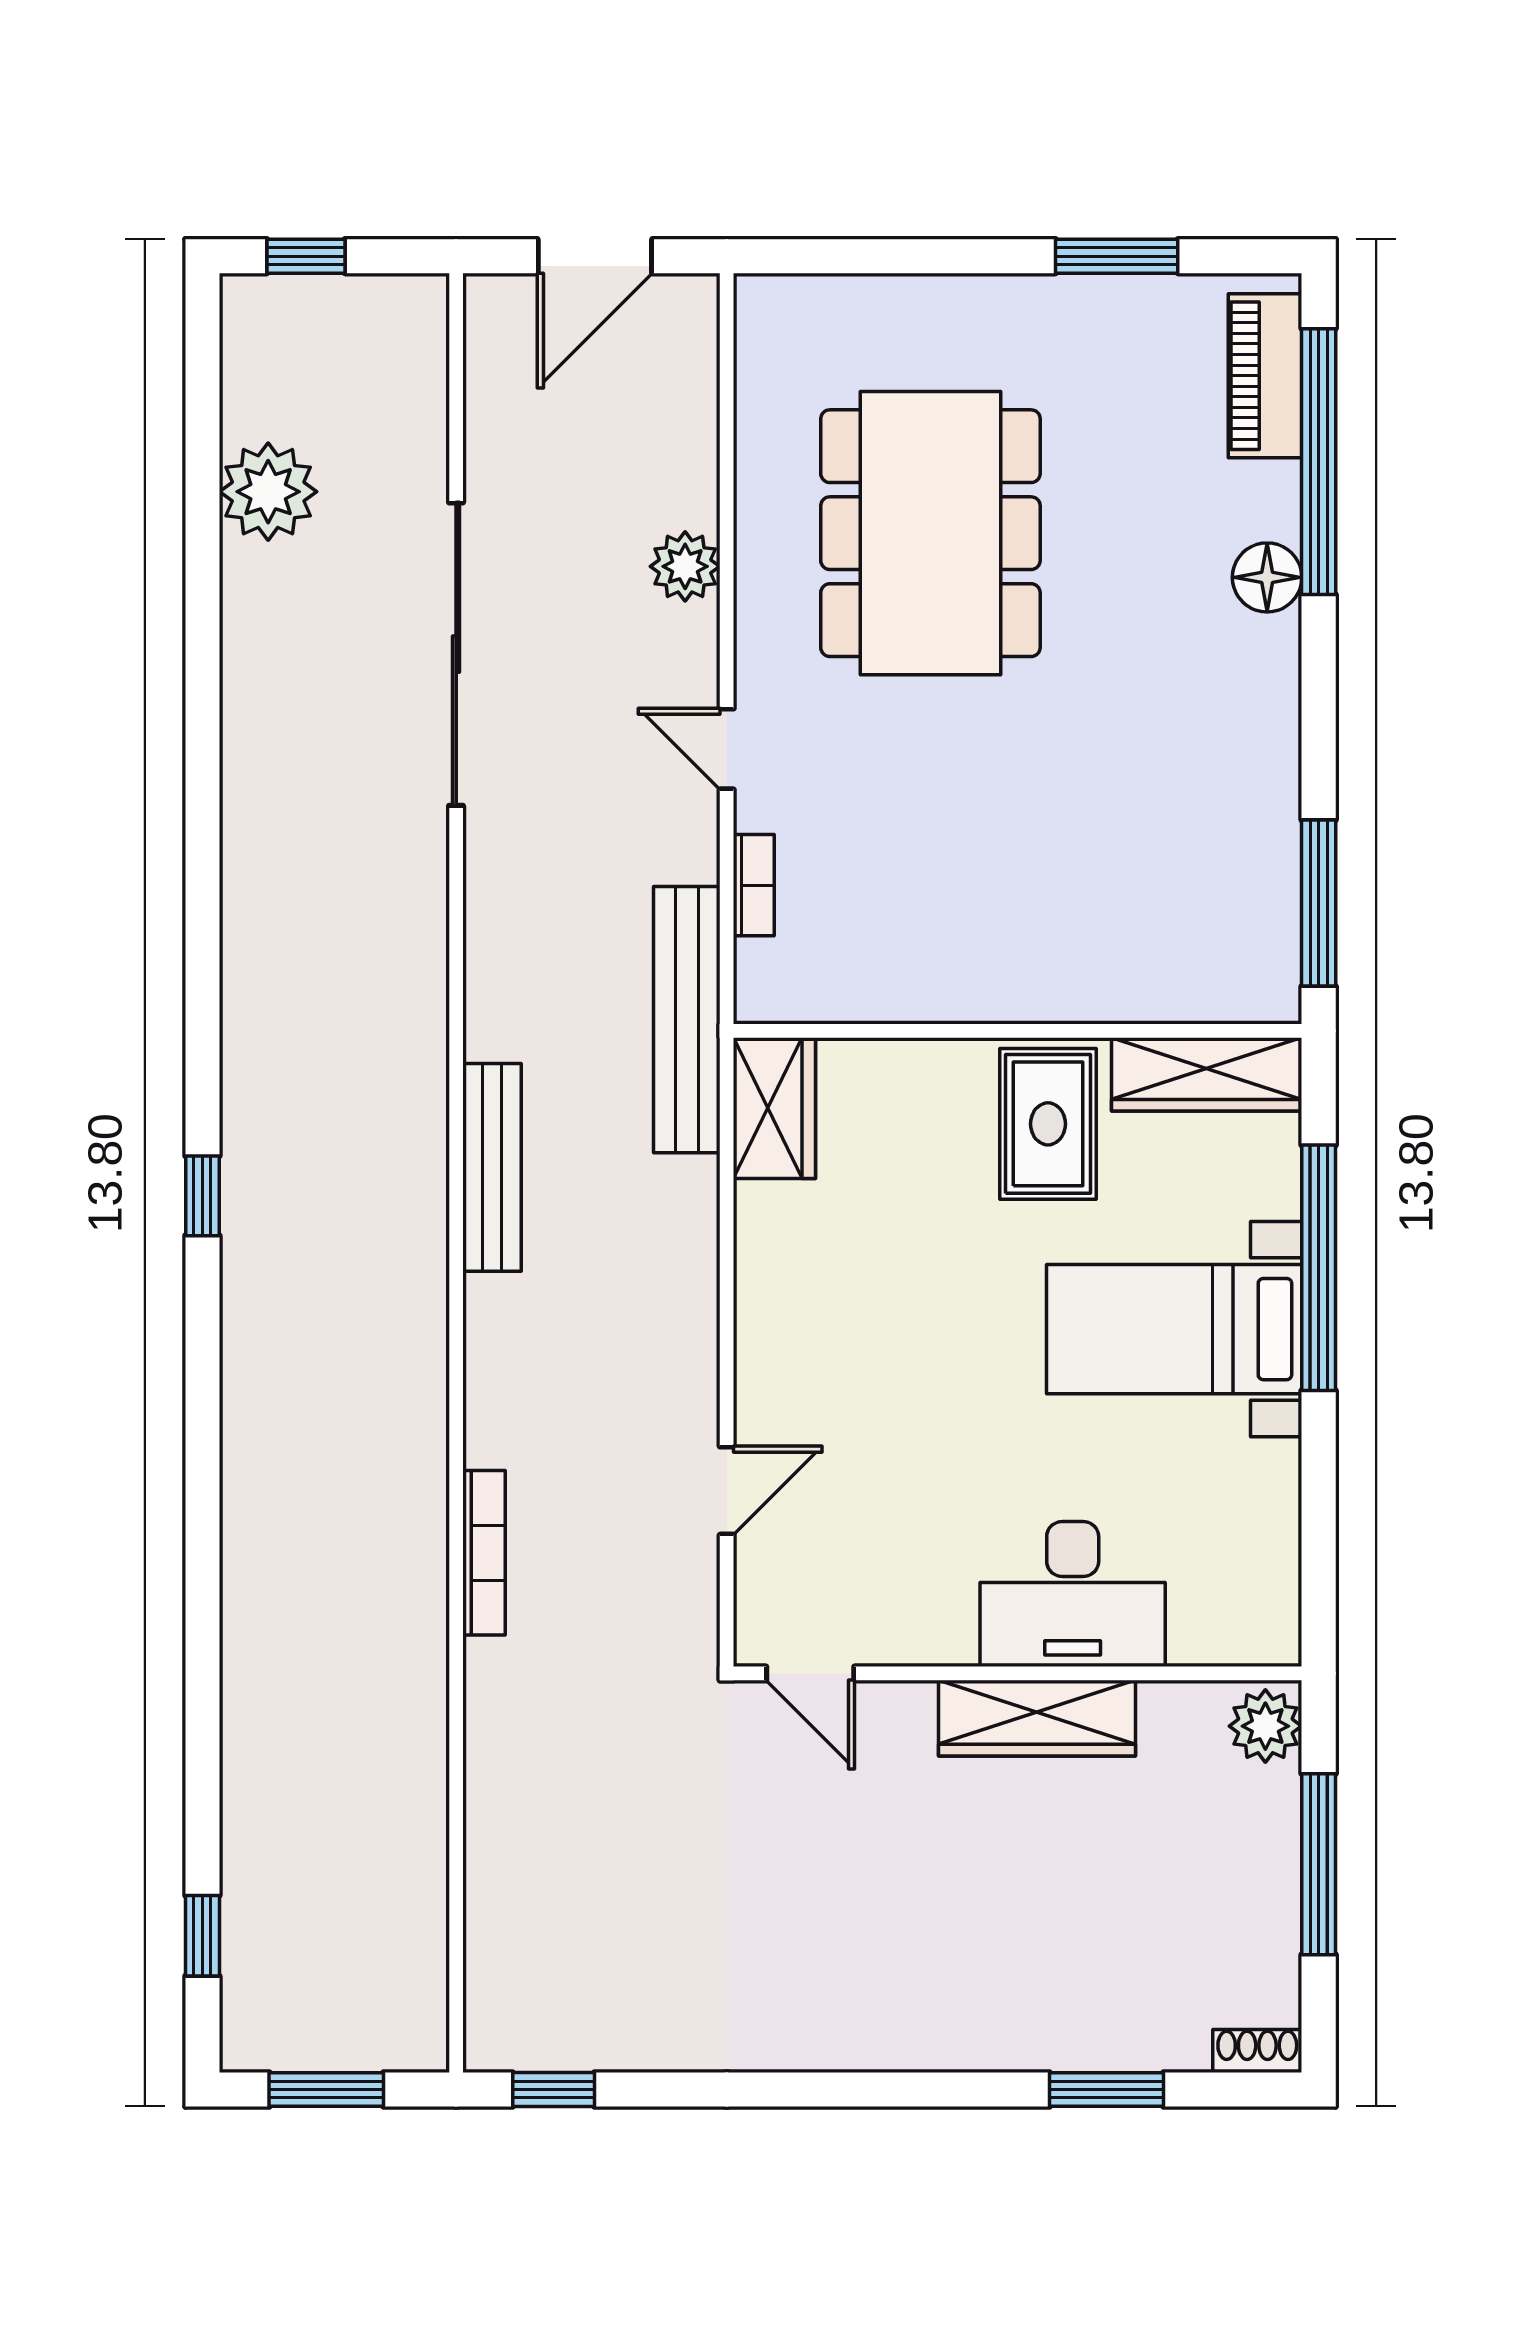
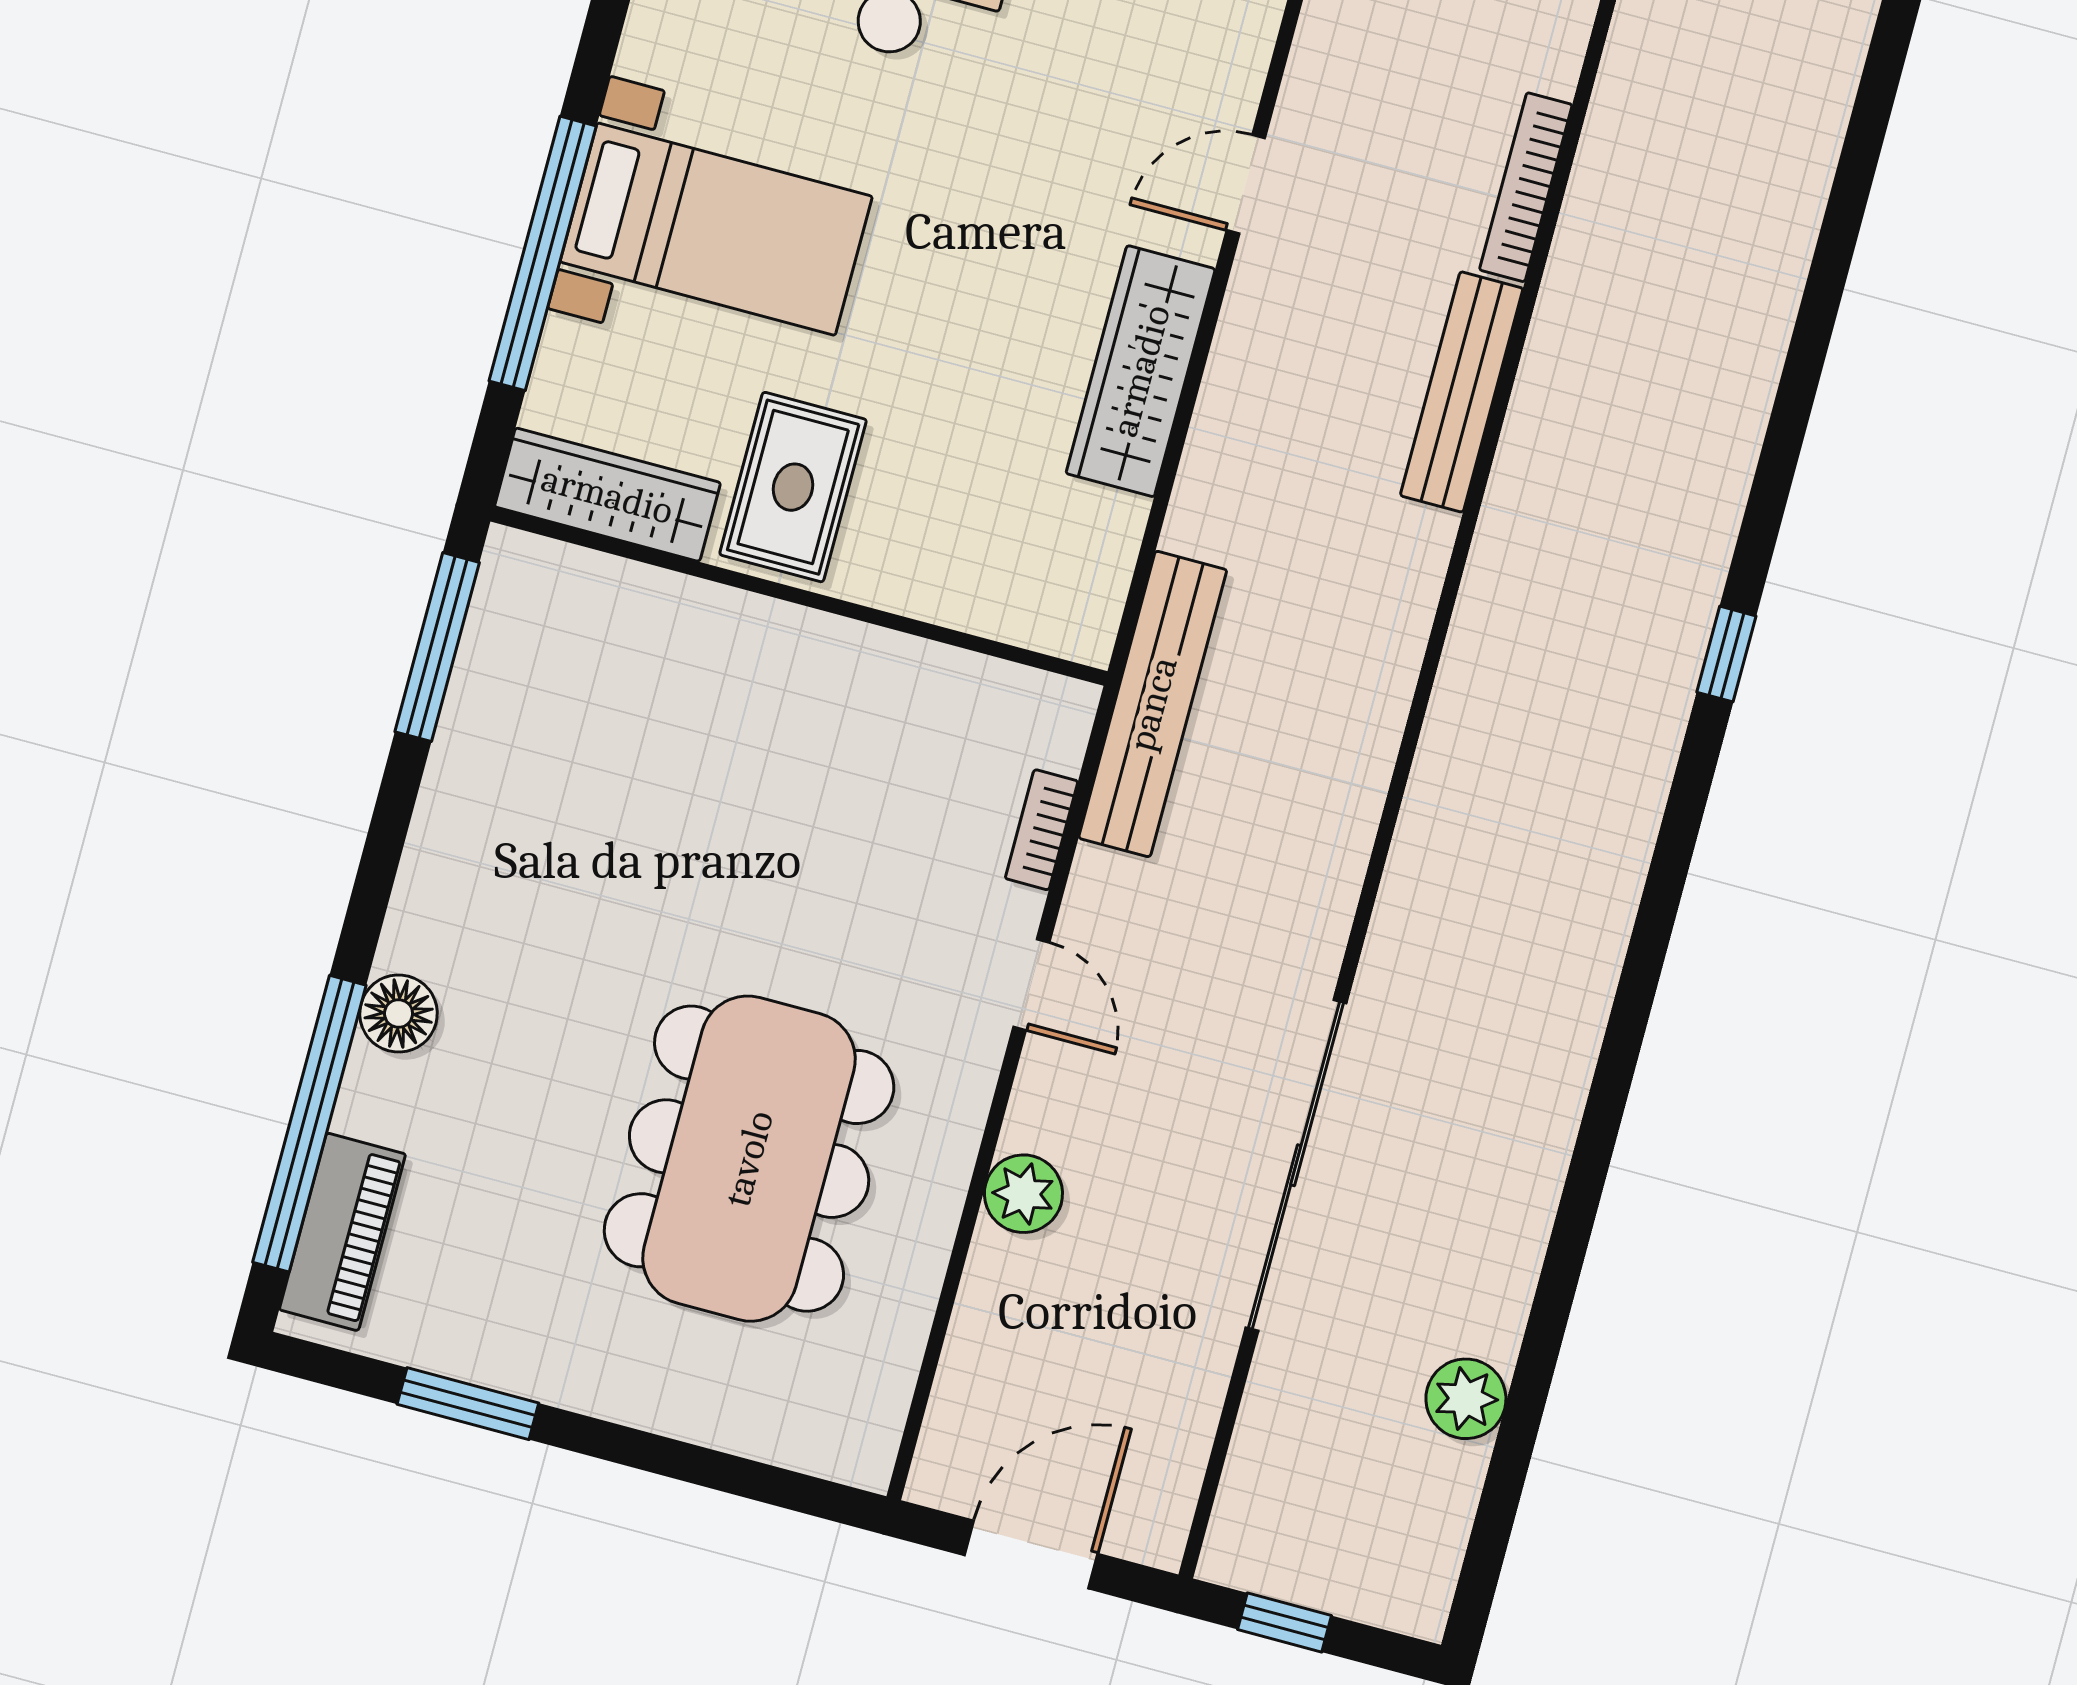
window: (306, 256) -> (1284, 1622), moved
plant: (268, 492) -> (1466, 1399), width x0.73, depth x0.73
wardrobe: (774, 1108) -> (1141, 371), moved, width x1.50
bench: (492, 1167) -> (1462, 392), moved

